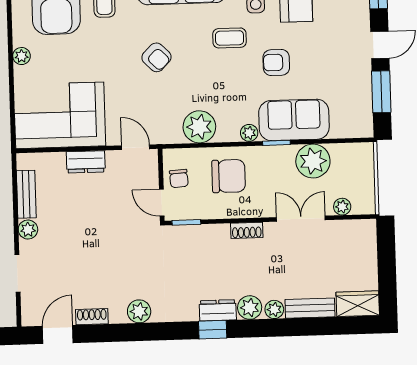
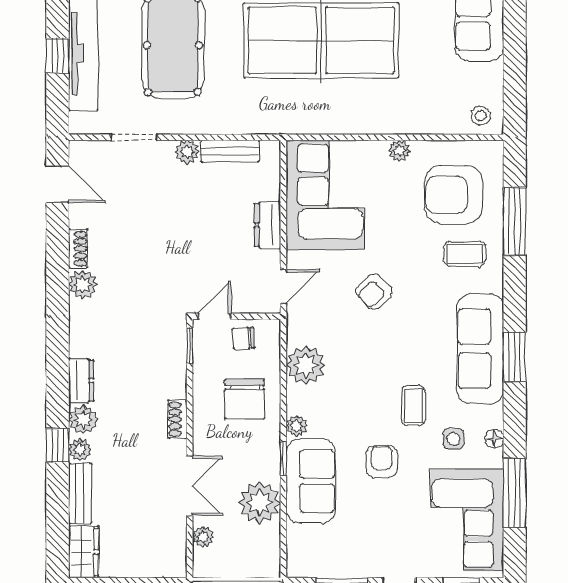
armchair: (156, 57) -> (374, 292), moved
shoe rack: (92, 317) -> (78, 249), moved
window: (213, 330) -> (57, 445), moved

